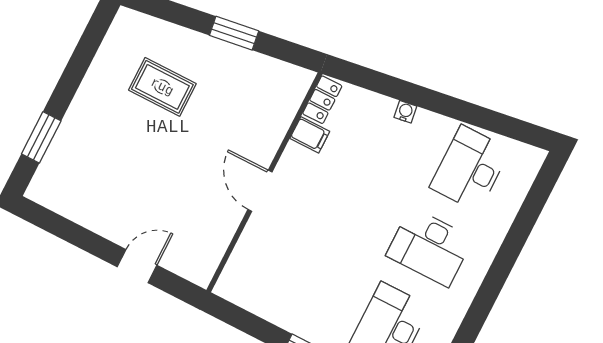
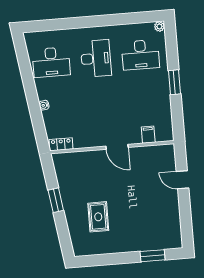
filing cabinet: (310, 135) -> (148, 135), moved
door: (260, 191) -> (117, 147), hinge flipped

